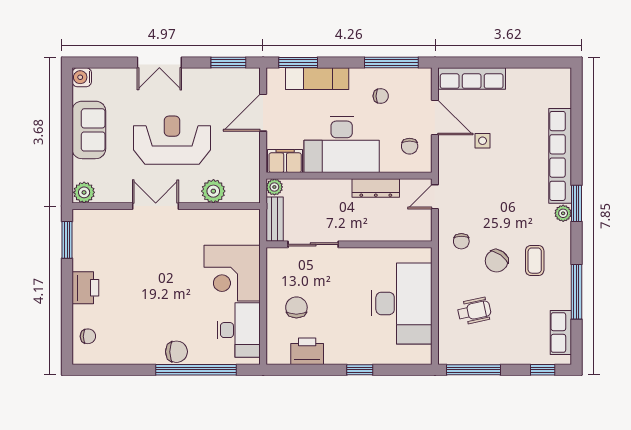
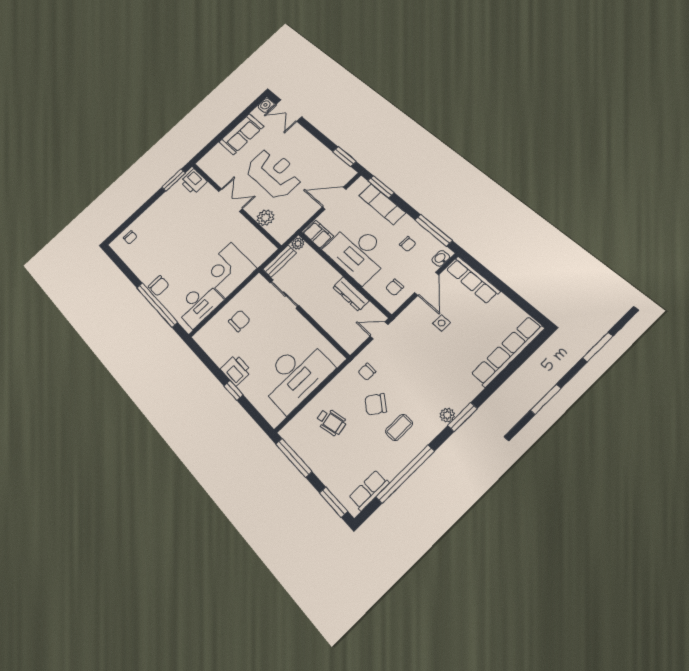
double door: (159, 63) -> (289, 111), moved
washbasin: (424, 83) -> (441, 258), added
row of seats: (560, 156) -> (508, 351), moved
plant: (84, 192) -> (206, 163), removed
printer: (85, 288) -> (194, 182), moved, turned 90
window: (576, 292) -> (405, 474), width x1.46
printer: (307, 351) -> (236, 370), moved
window: (543, 370) -> (333, 502), width x1.50

